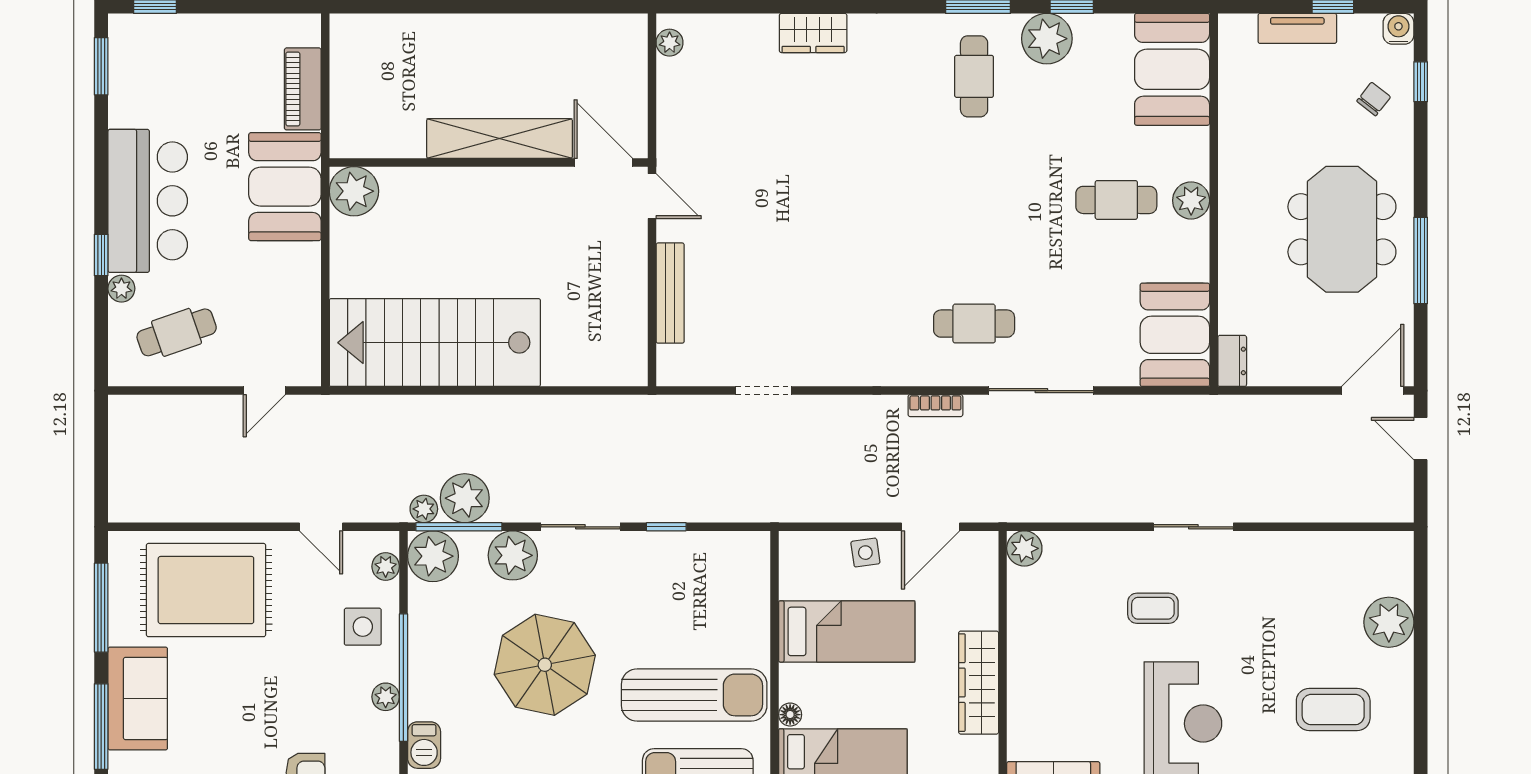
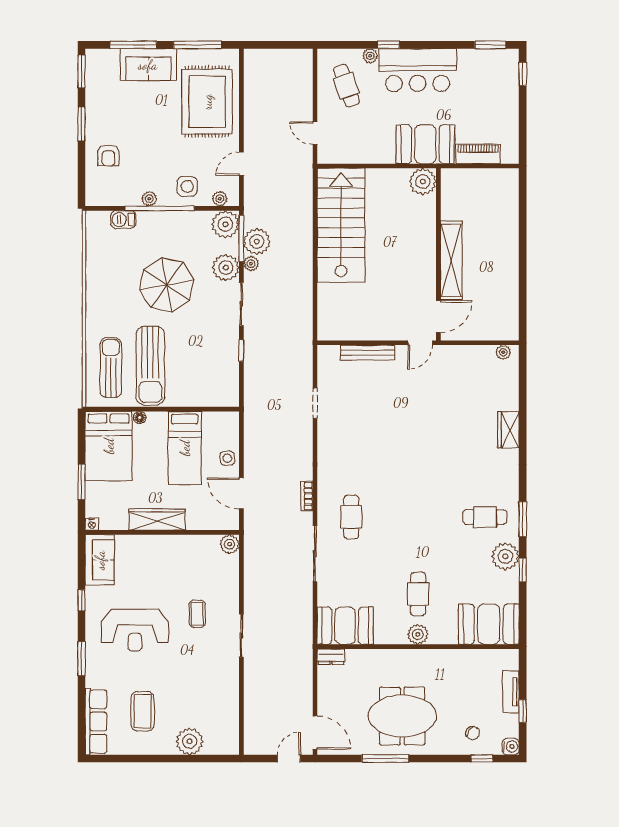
plant: (424, 509) -> (251, 264), moved

